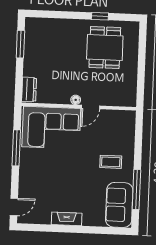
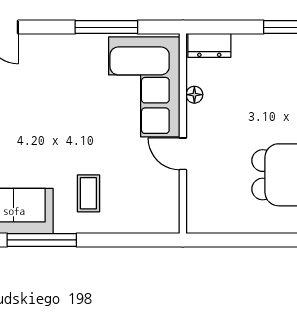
floor lamp: (76, 100) -> (194, 95), moved

